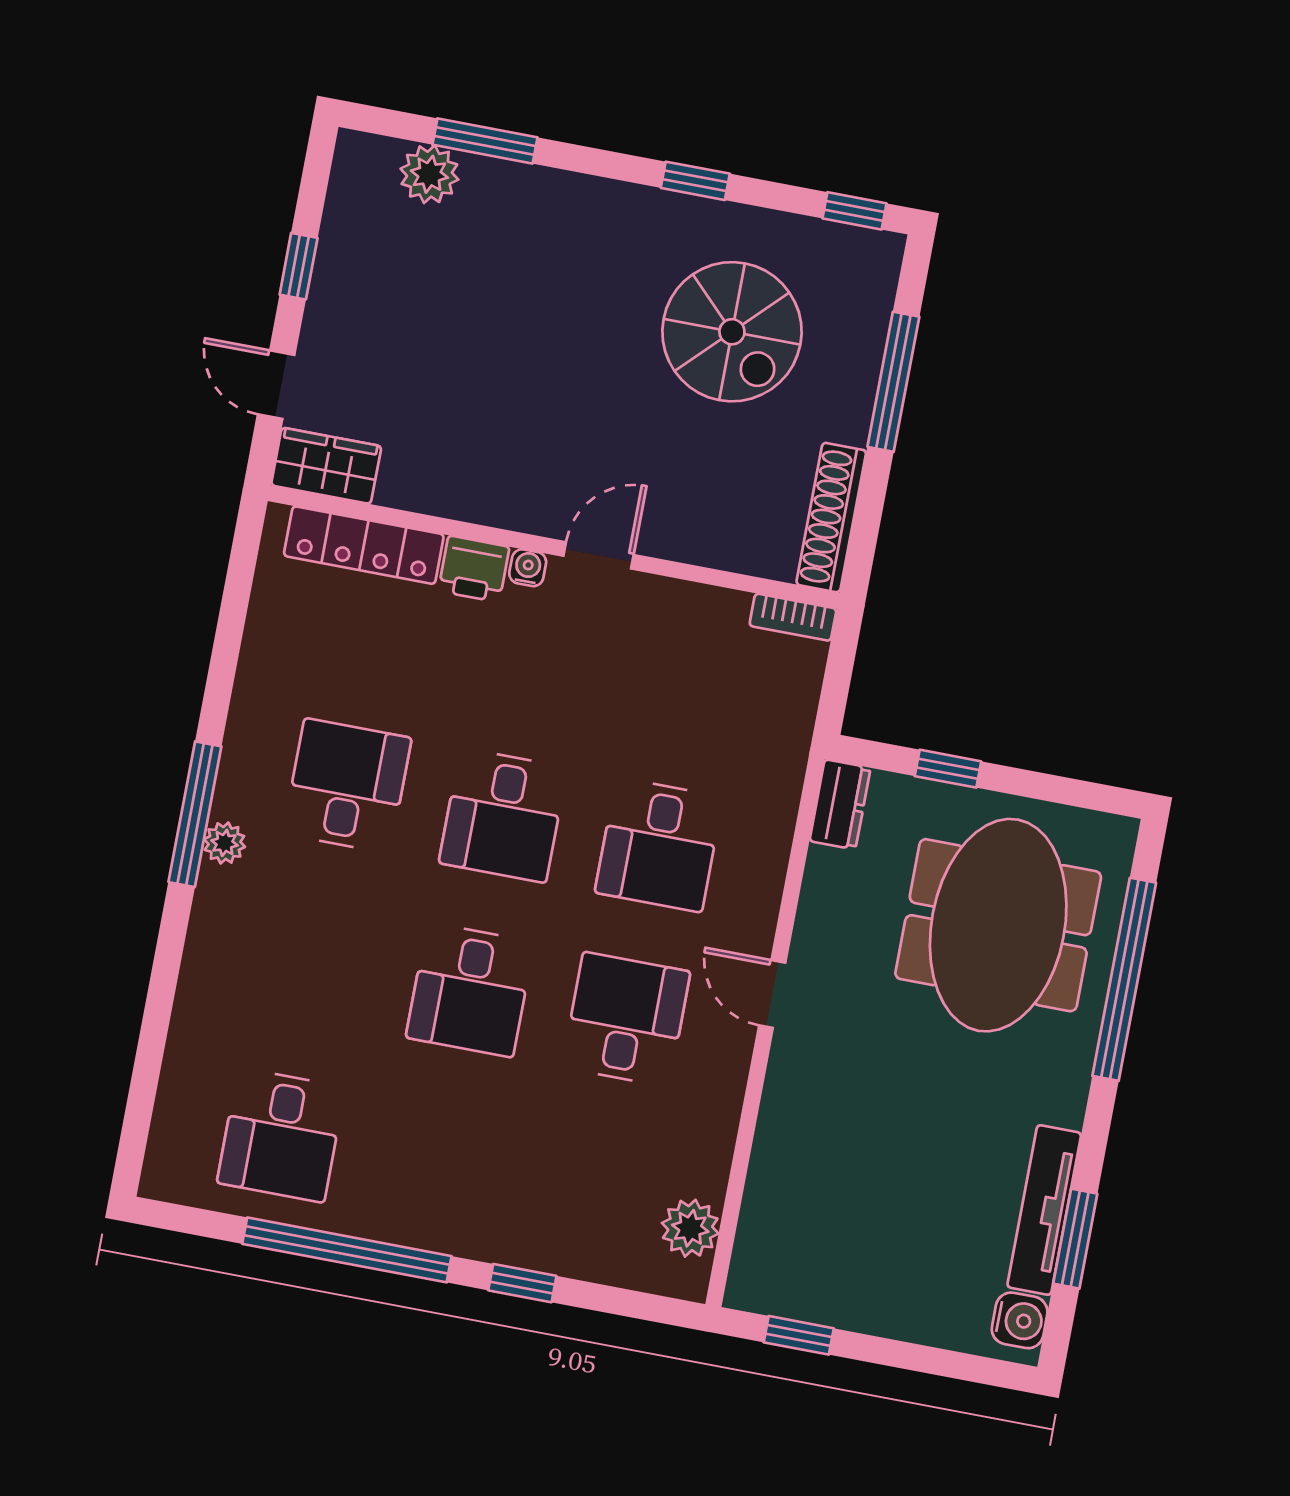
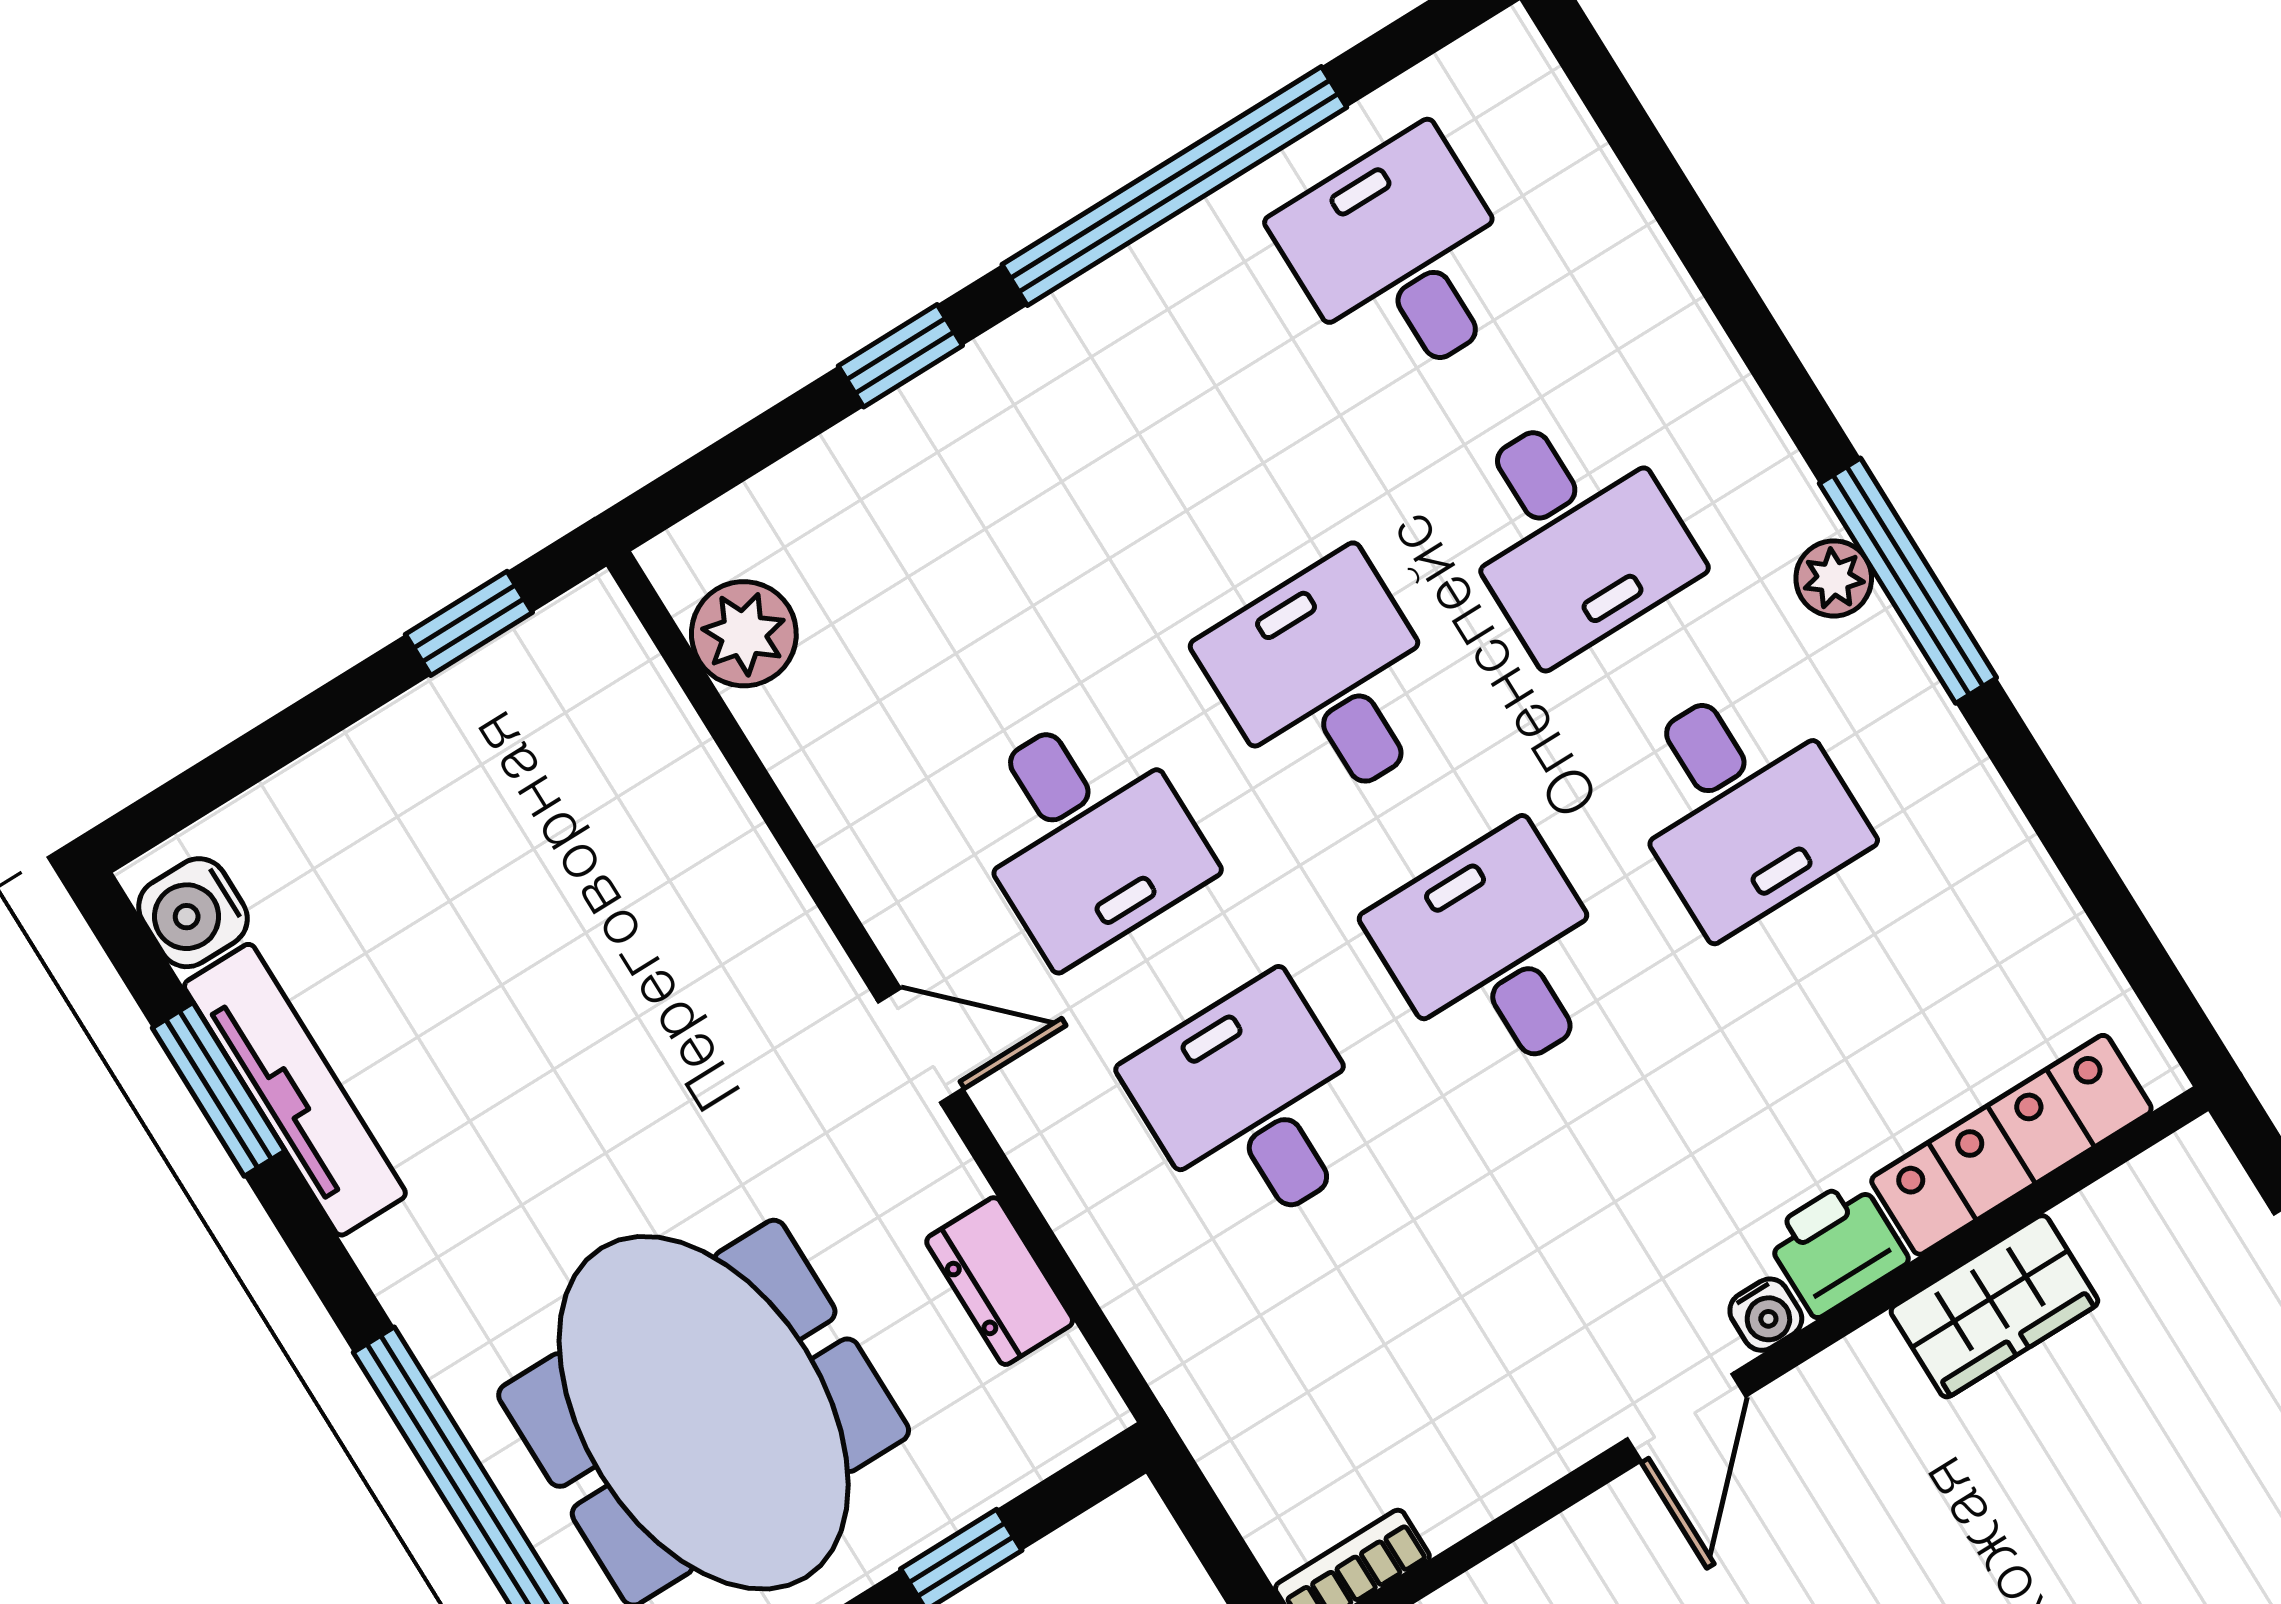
wardrobe: (326, 466) -> (1994, 1306), moved
dresser: (840, 804) -> (1000, 1281), moved
desk: (314, 960) -> (1571, 531), added

